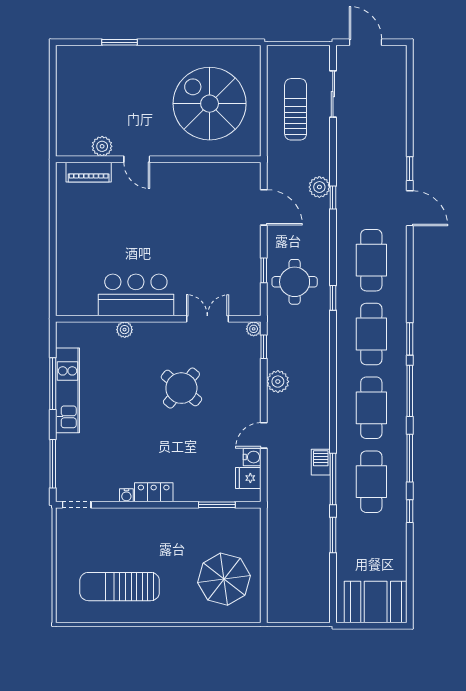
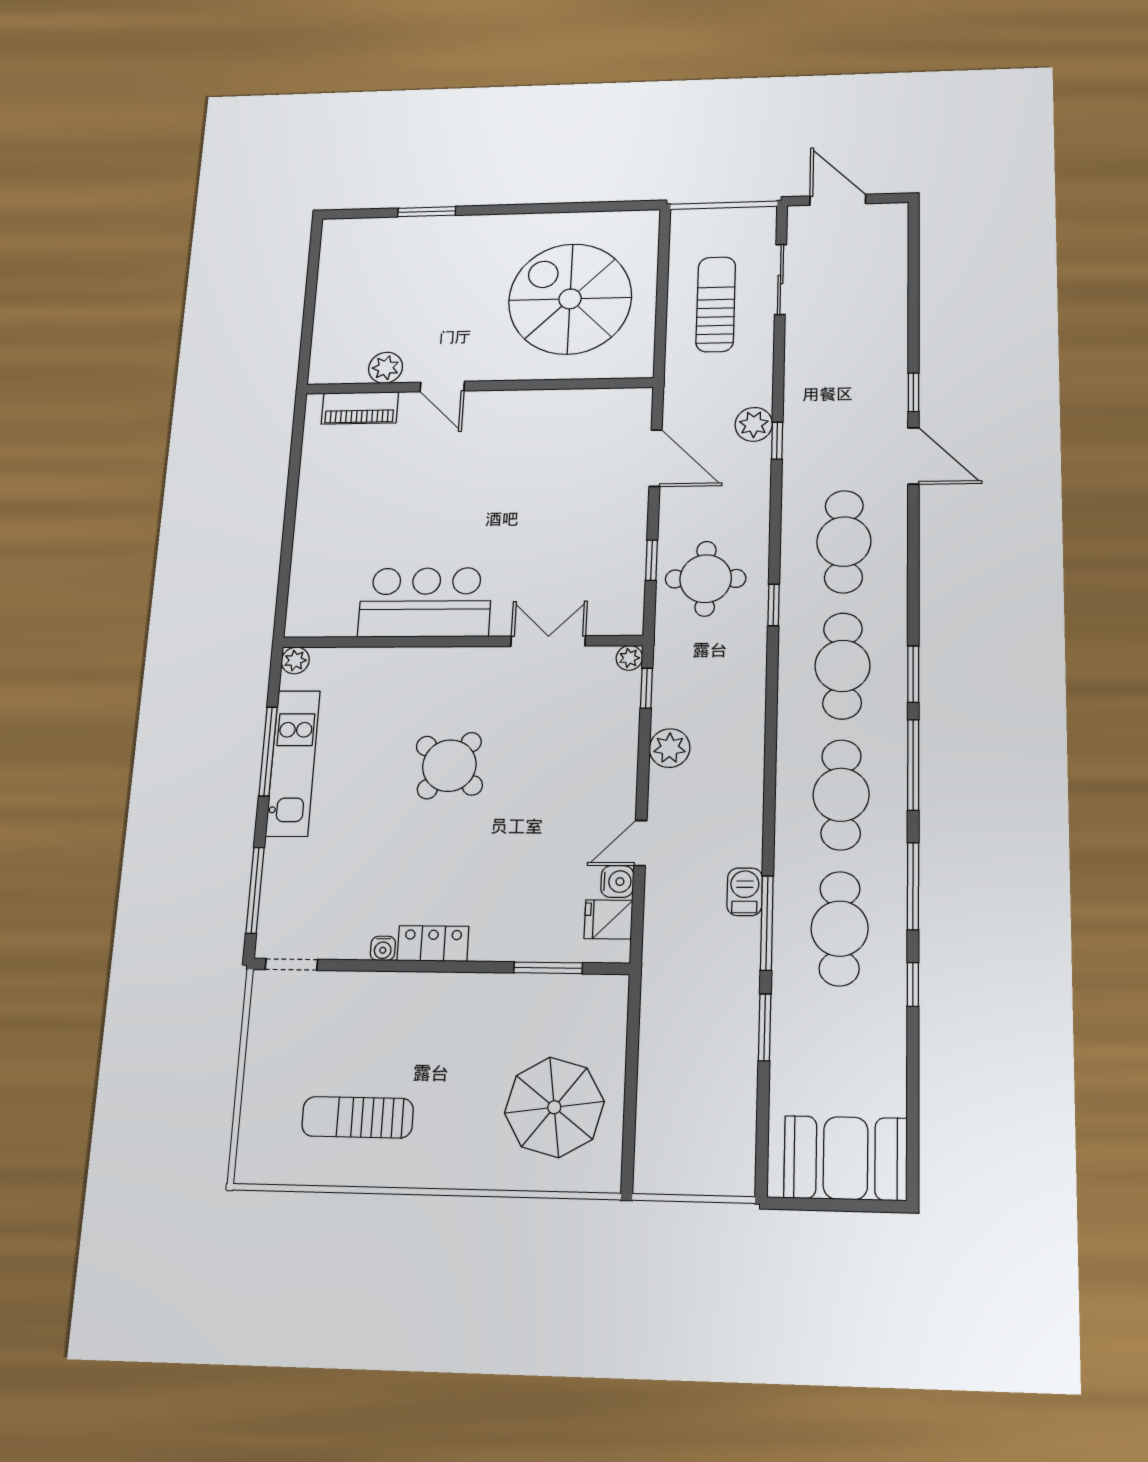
plant: (125, 330) -> (295, 660), moved
round table: (181, 388) -> (449, 766), moved
sun lounger: (120, 587) -> (358, 1117), width x0.73, depth x0.75

